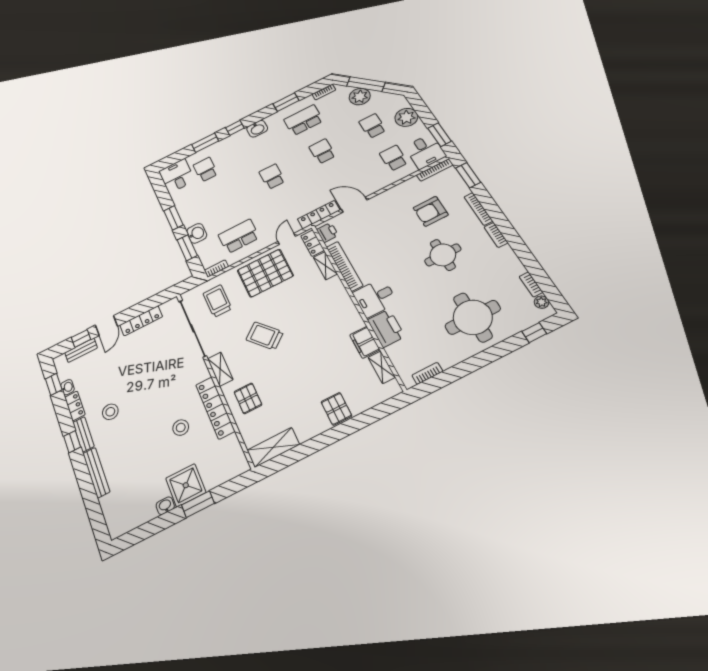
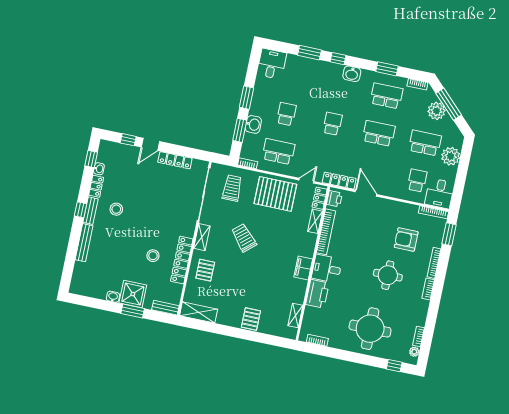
school desk: (372, 126) -> (425, 143), width x1.85
window: (439, 135) -> (458, 189), removed
school desk: (322, 151) -> (379, 133), width x1.85
school desk: (206, 170) -> (286, 114), moved
filing cabinet: (365, 342) -> (303, 268), moved
bench: (81, 350) -> (165, 308), moved

